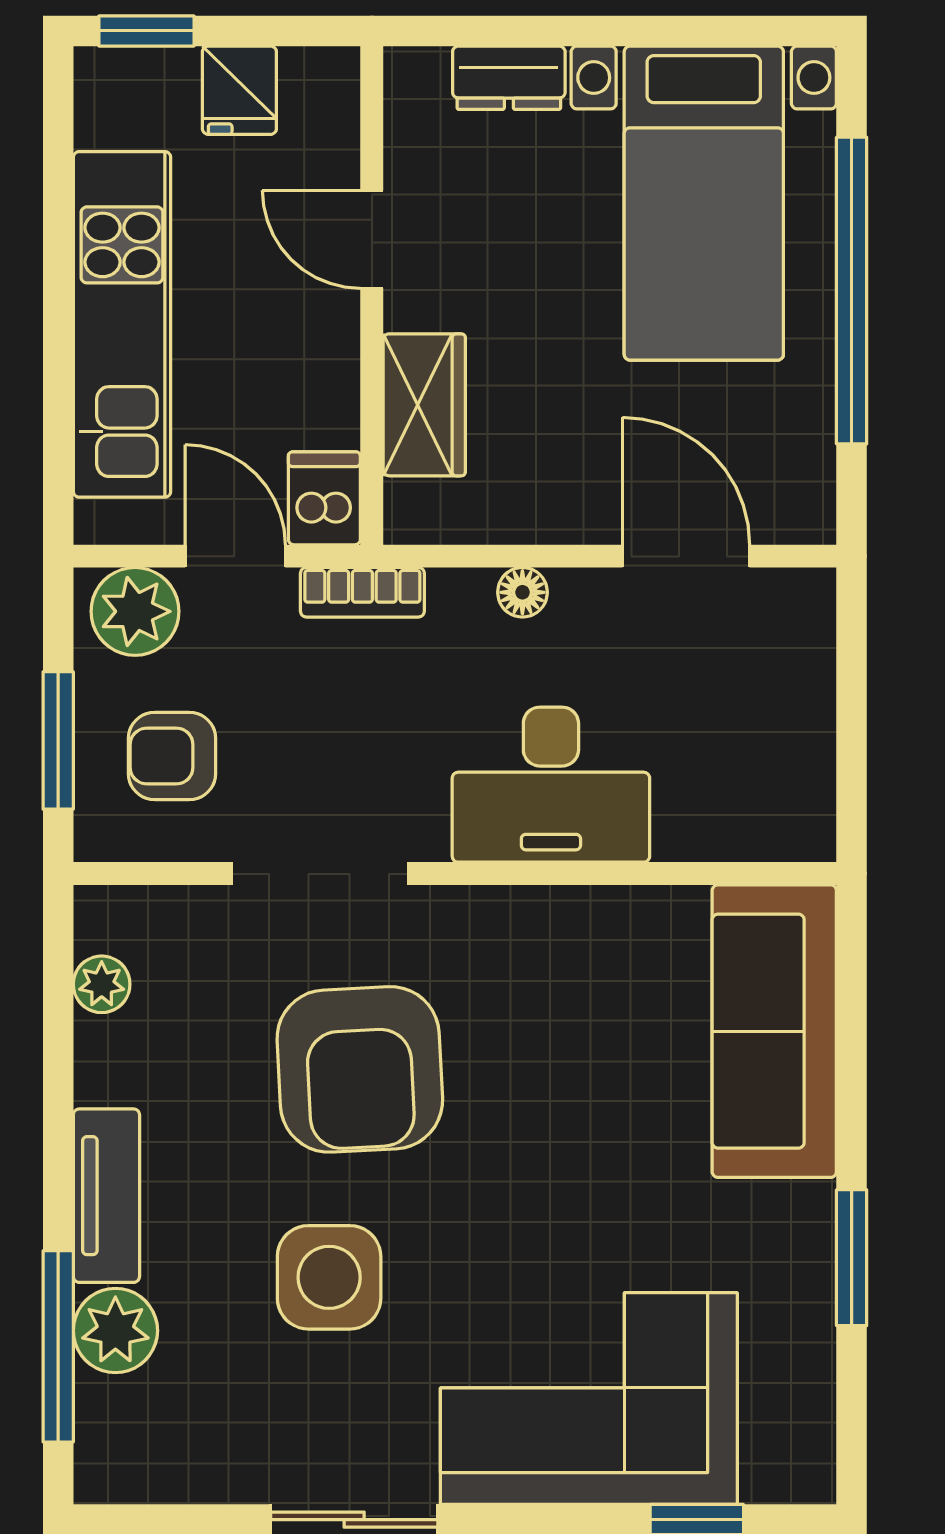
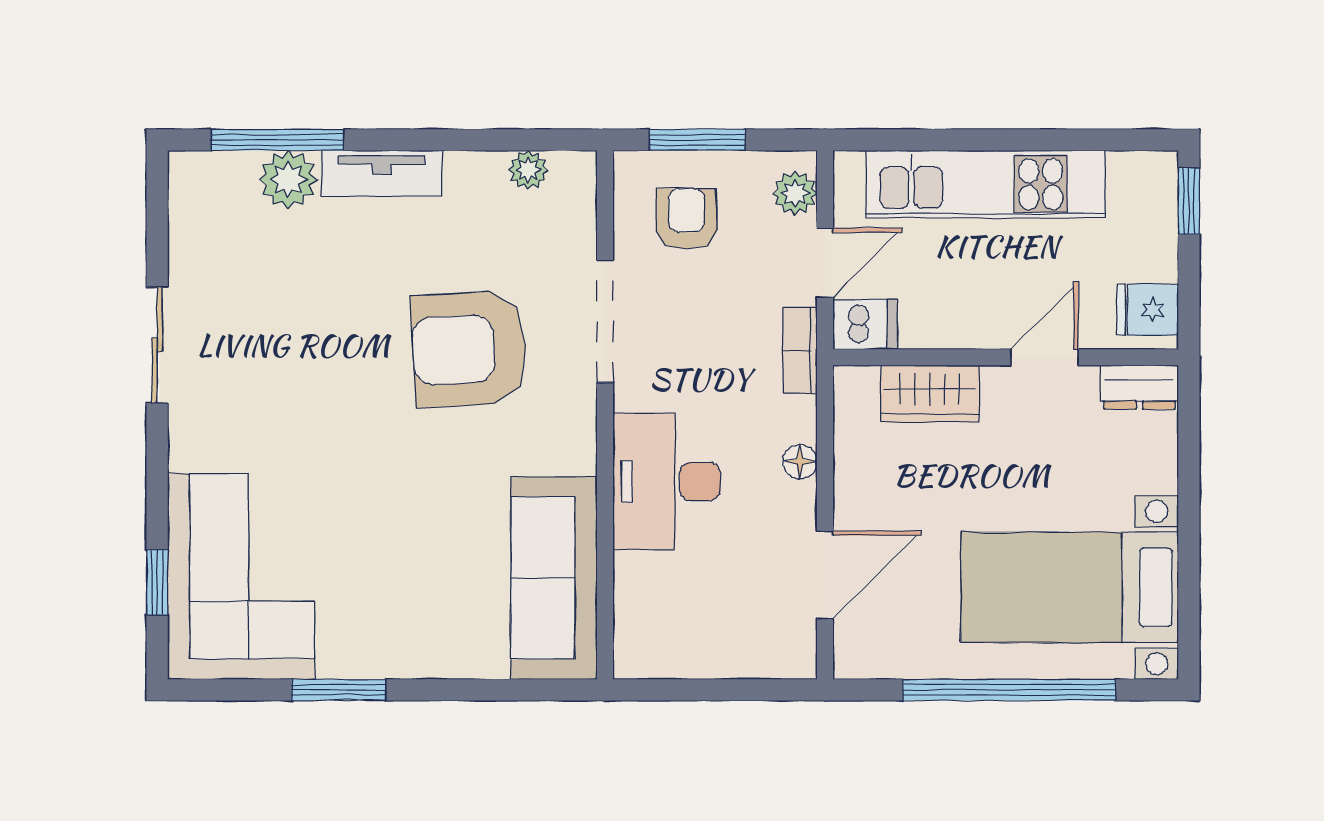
dresser: (509, 78) -> (1139, 387), moved, turned -90
fridge: (239, 90) -> (1148, 310), moved
plant: (135, 611) -> (795, 193), width x0.73, depth x0.73
sofa: (774, 1031) -> (554, 578), moved, turned -90
side table: (329, 1277) -> (325, 328), removed
corner sofa: (589, 1399) -> (241, 576), moved

